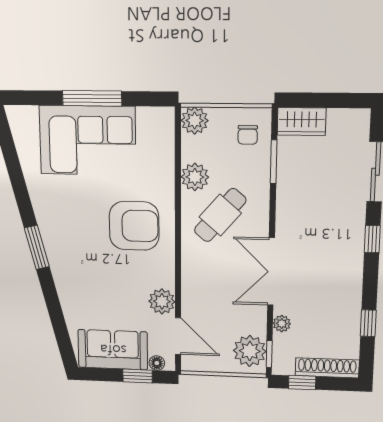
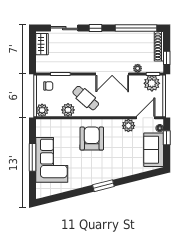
wardrobe: (302, 122) -> (42, 44), moved
window: (368, 323) -> (136, 28), width x3.17

